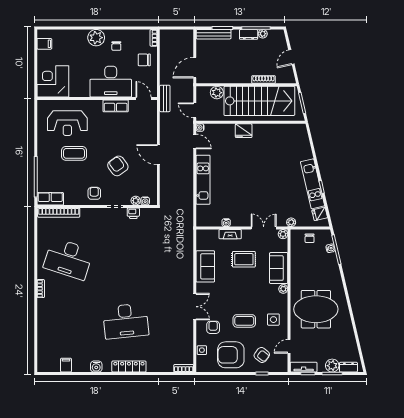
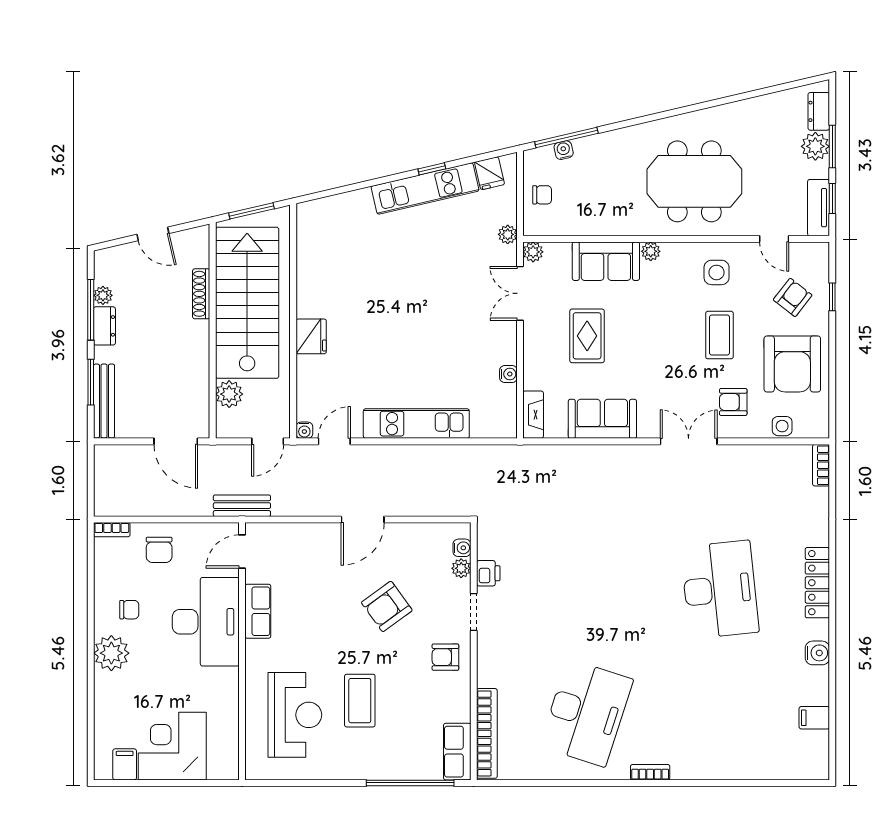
corner desk: (53, 81) -> (172, 746), moved, turned 90
fireplace: (230, 234) -> (533, 415), moved
meeting table: (316, 309) -> (694, 181), turned 90

